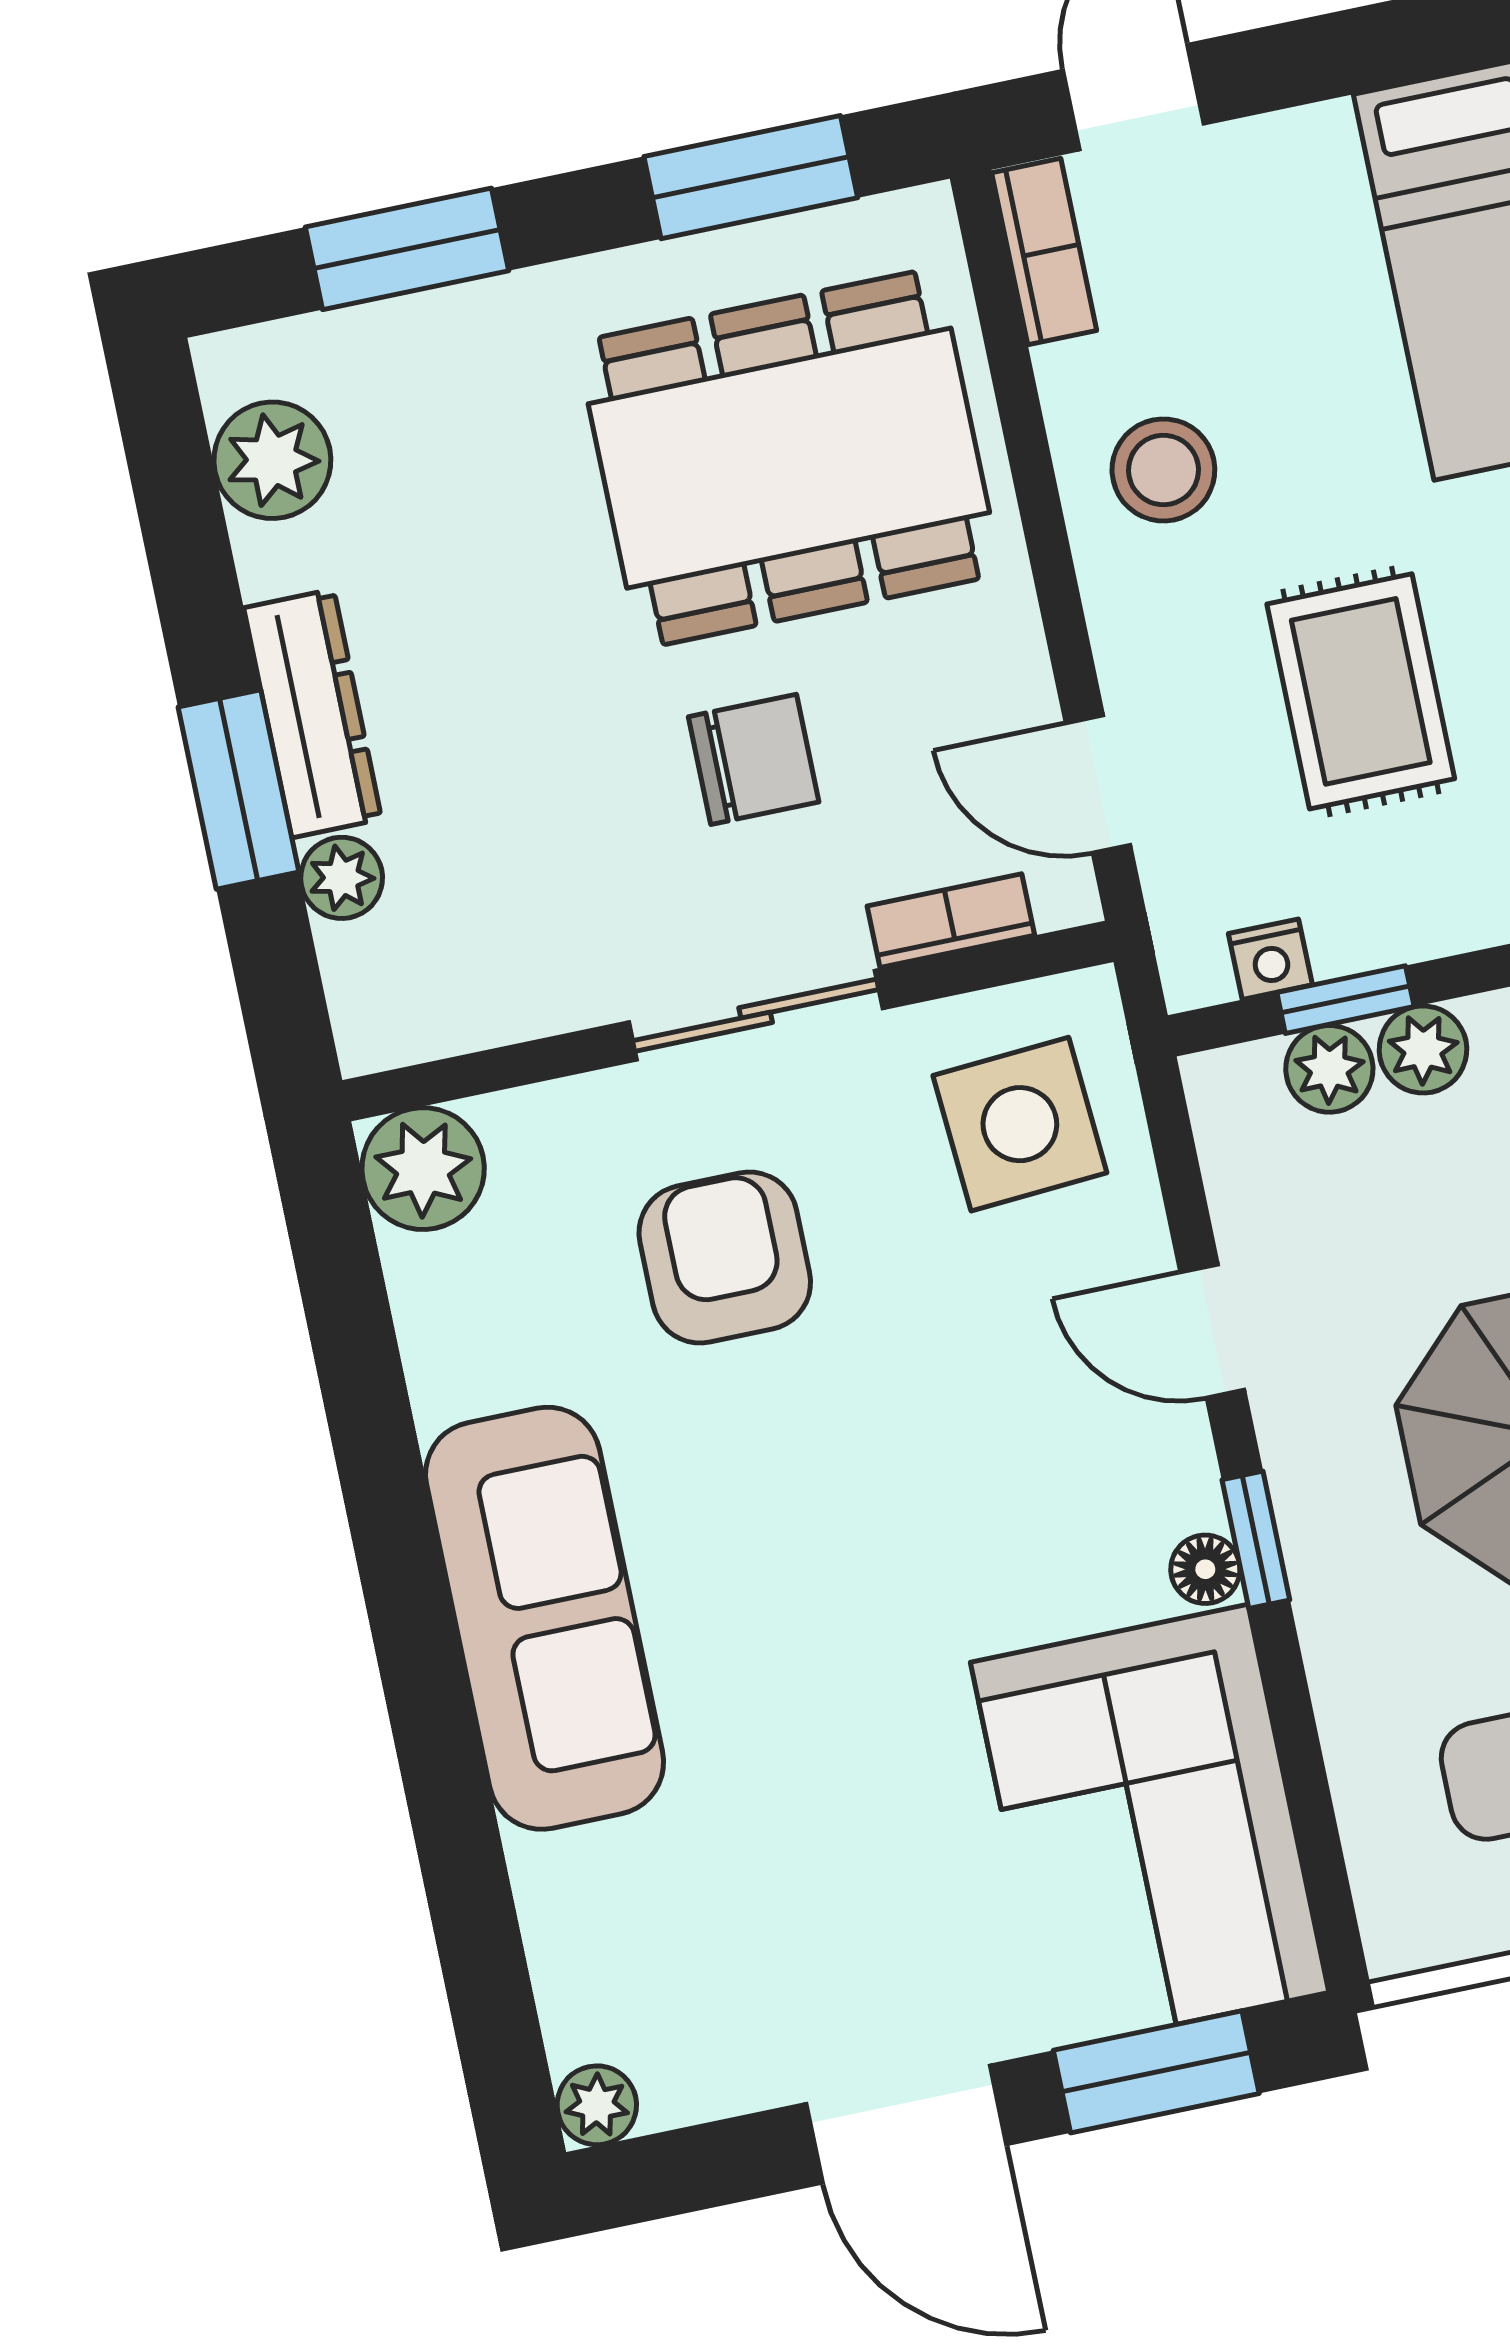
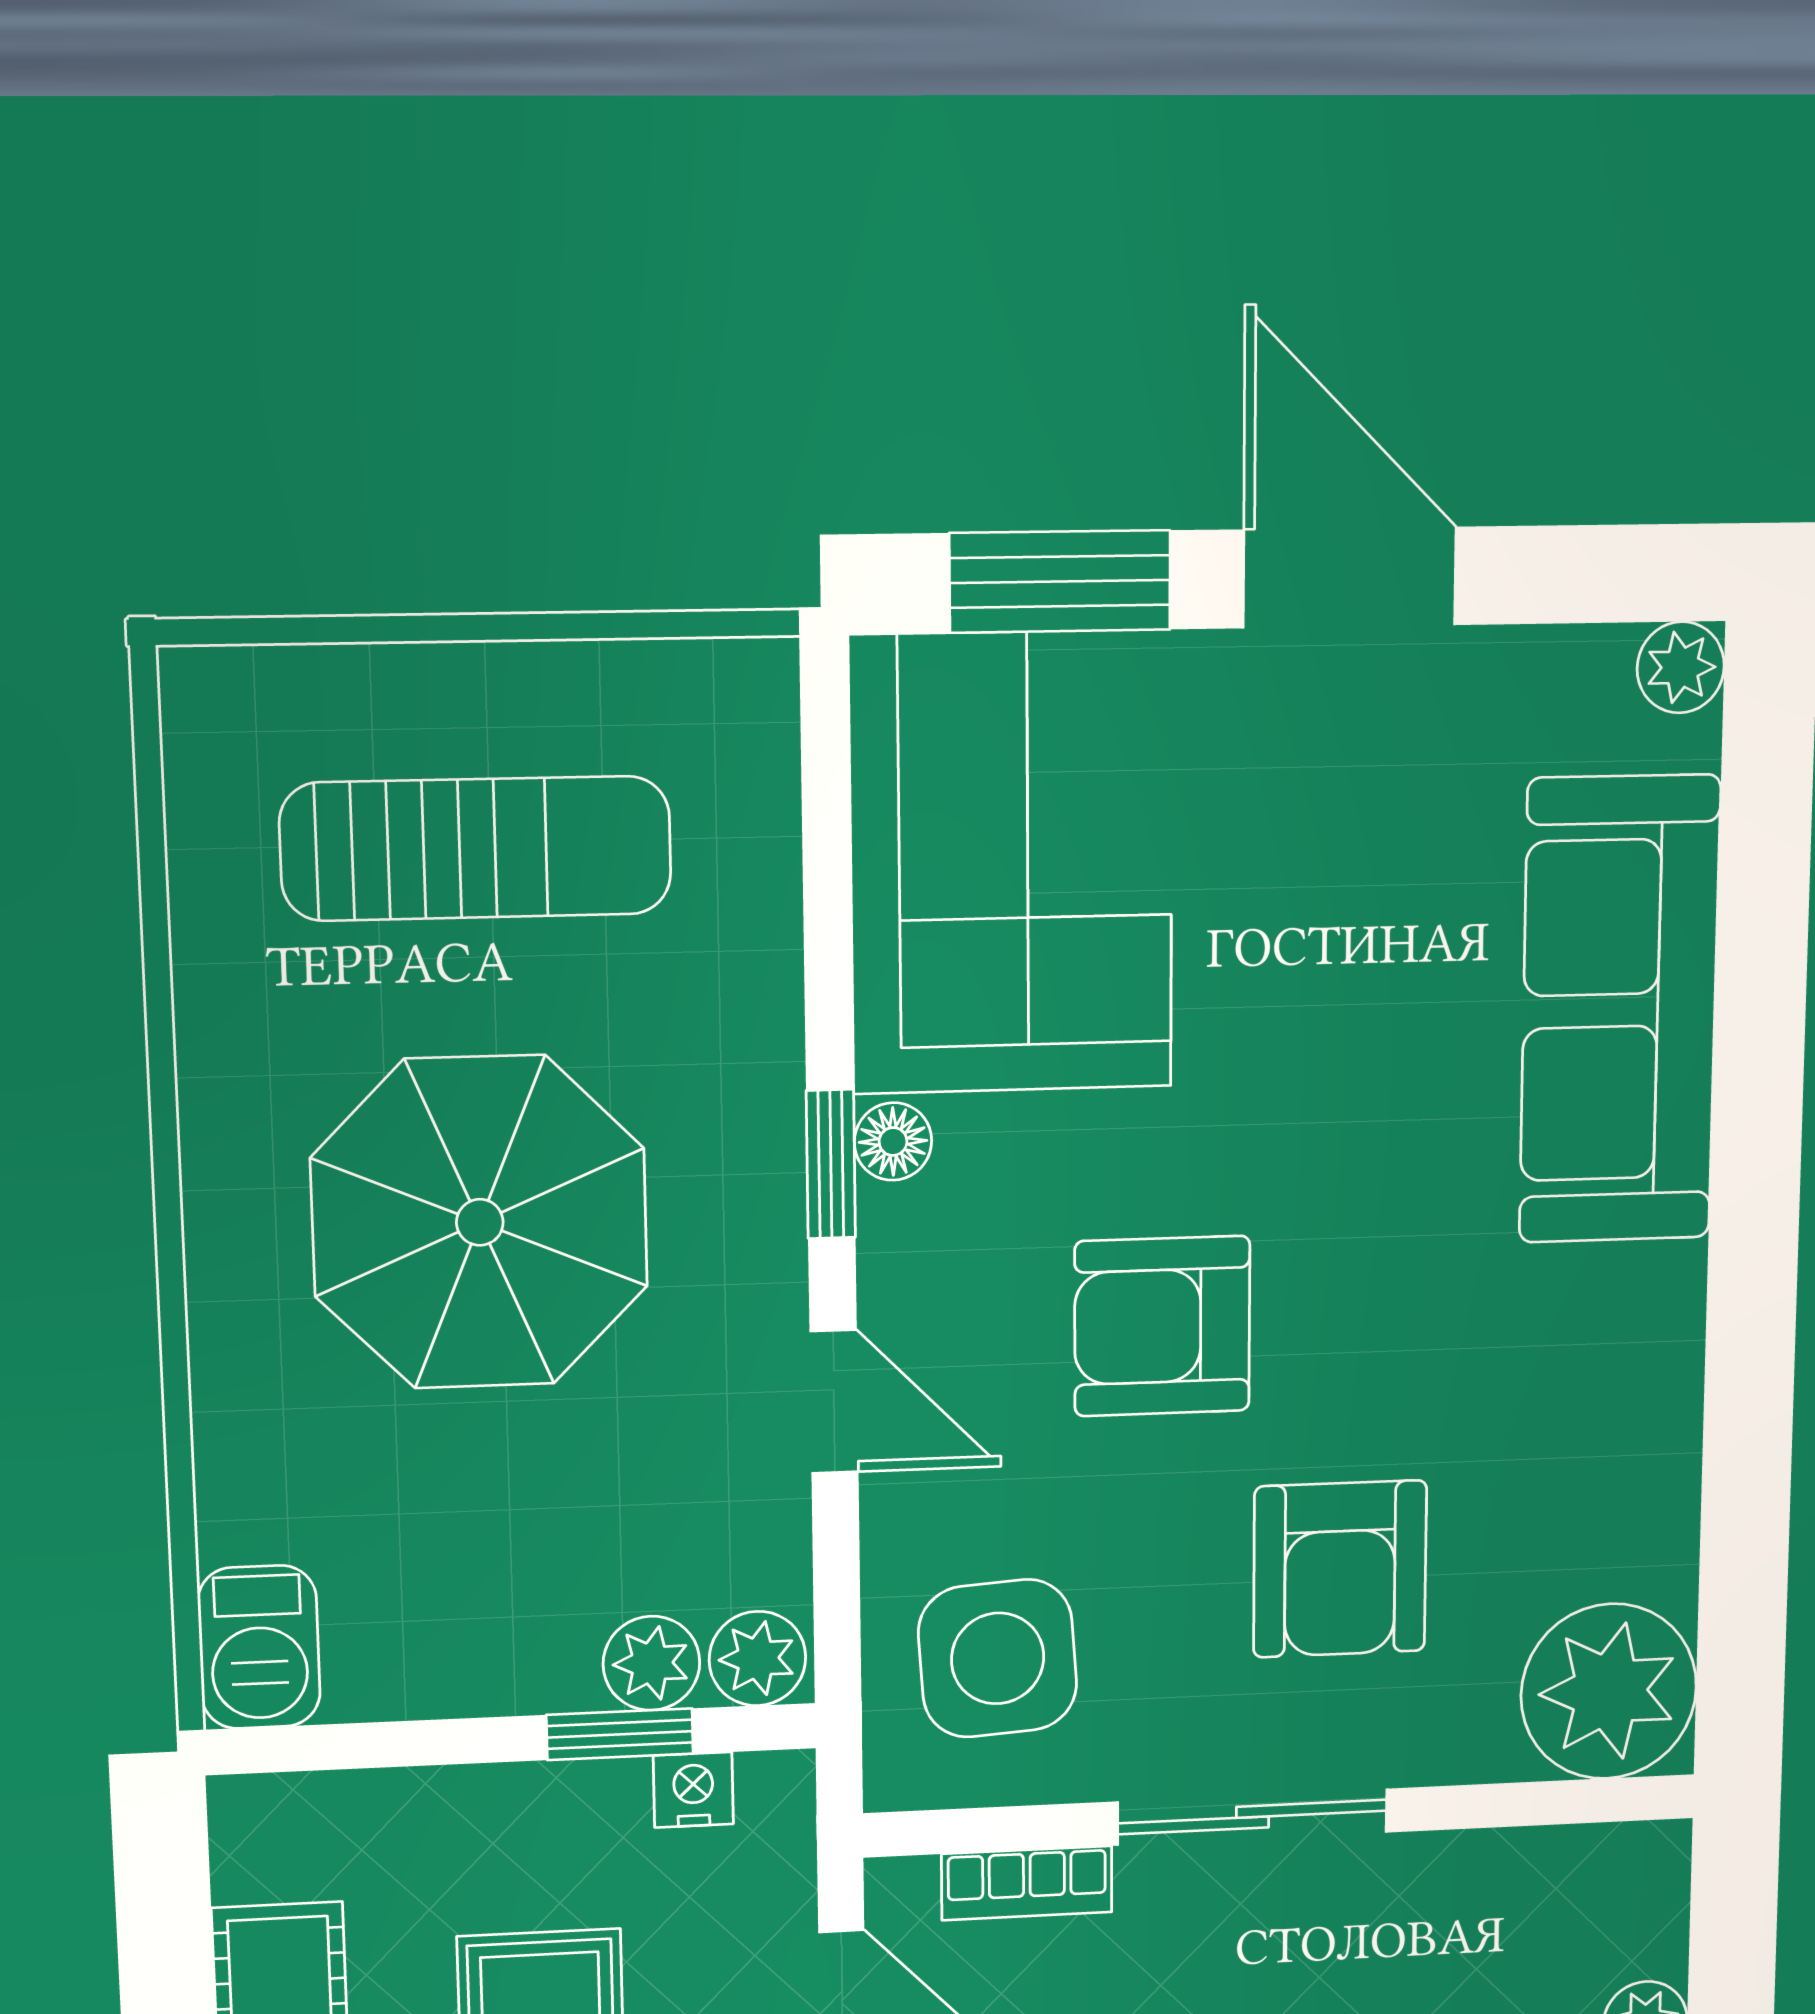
plant: (1423, 1050) -> (757, 1658), moved
plant: (423, 1169) -> (1609, 1691), width x1.36, depth x1.36
armchair: (933, 1449) -> (1162, 1326), added
sofa: (545, 1618) -> (1619, 1010), moved

